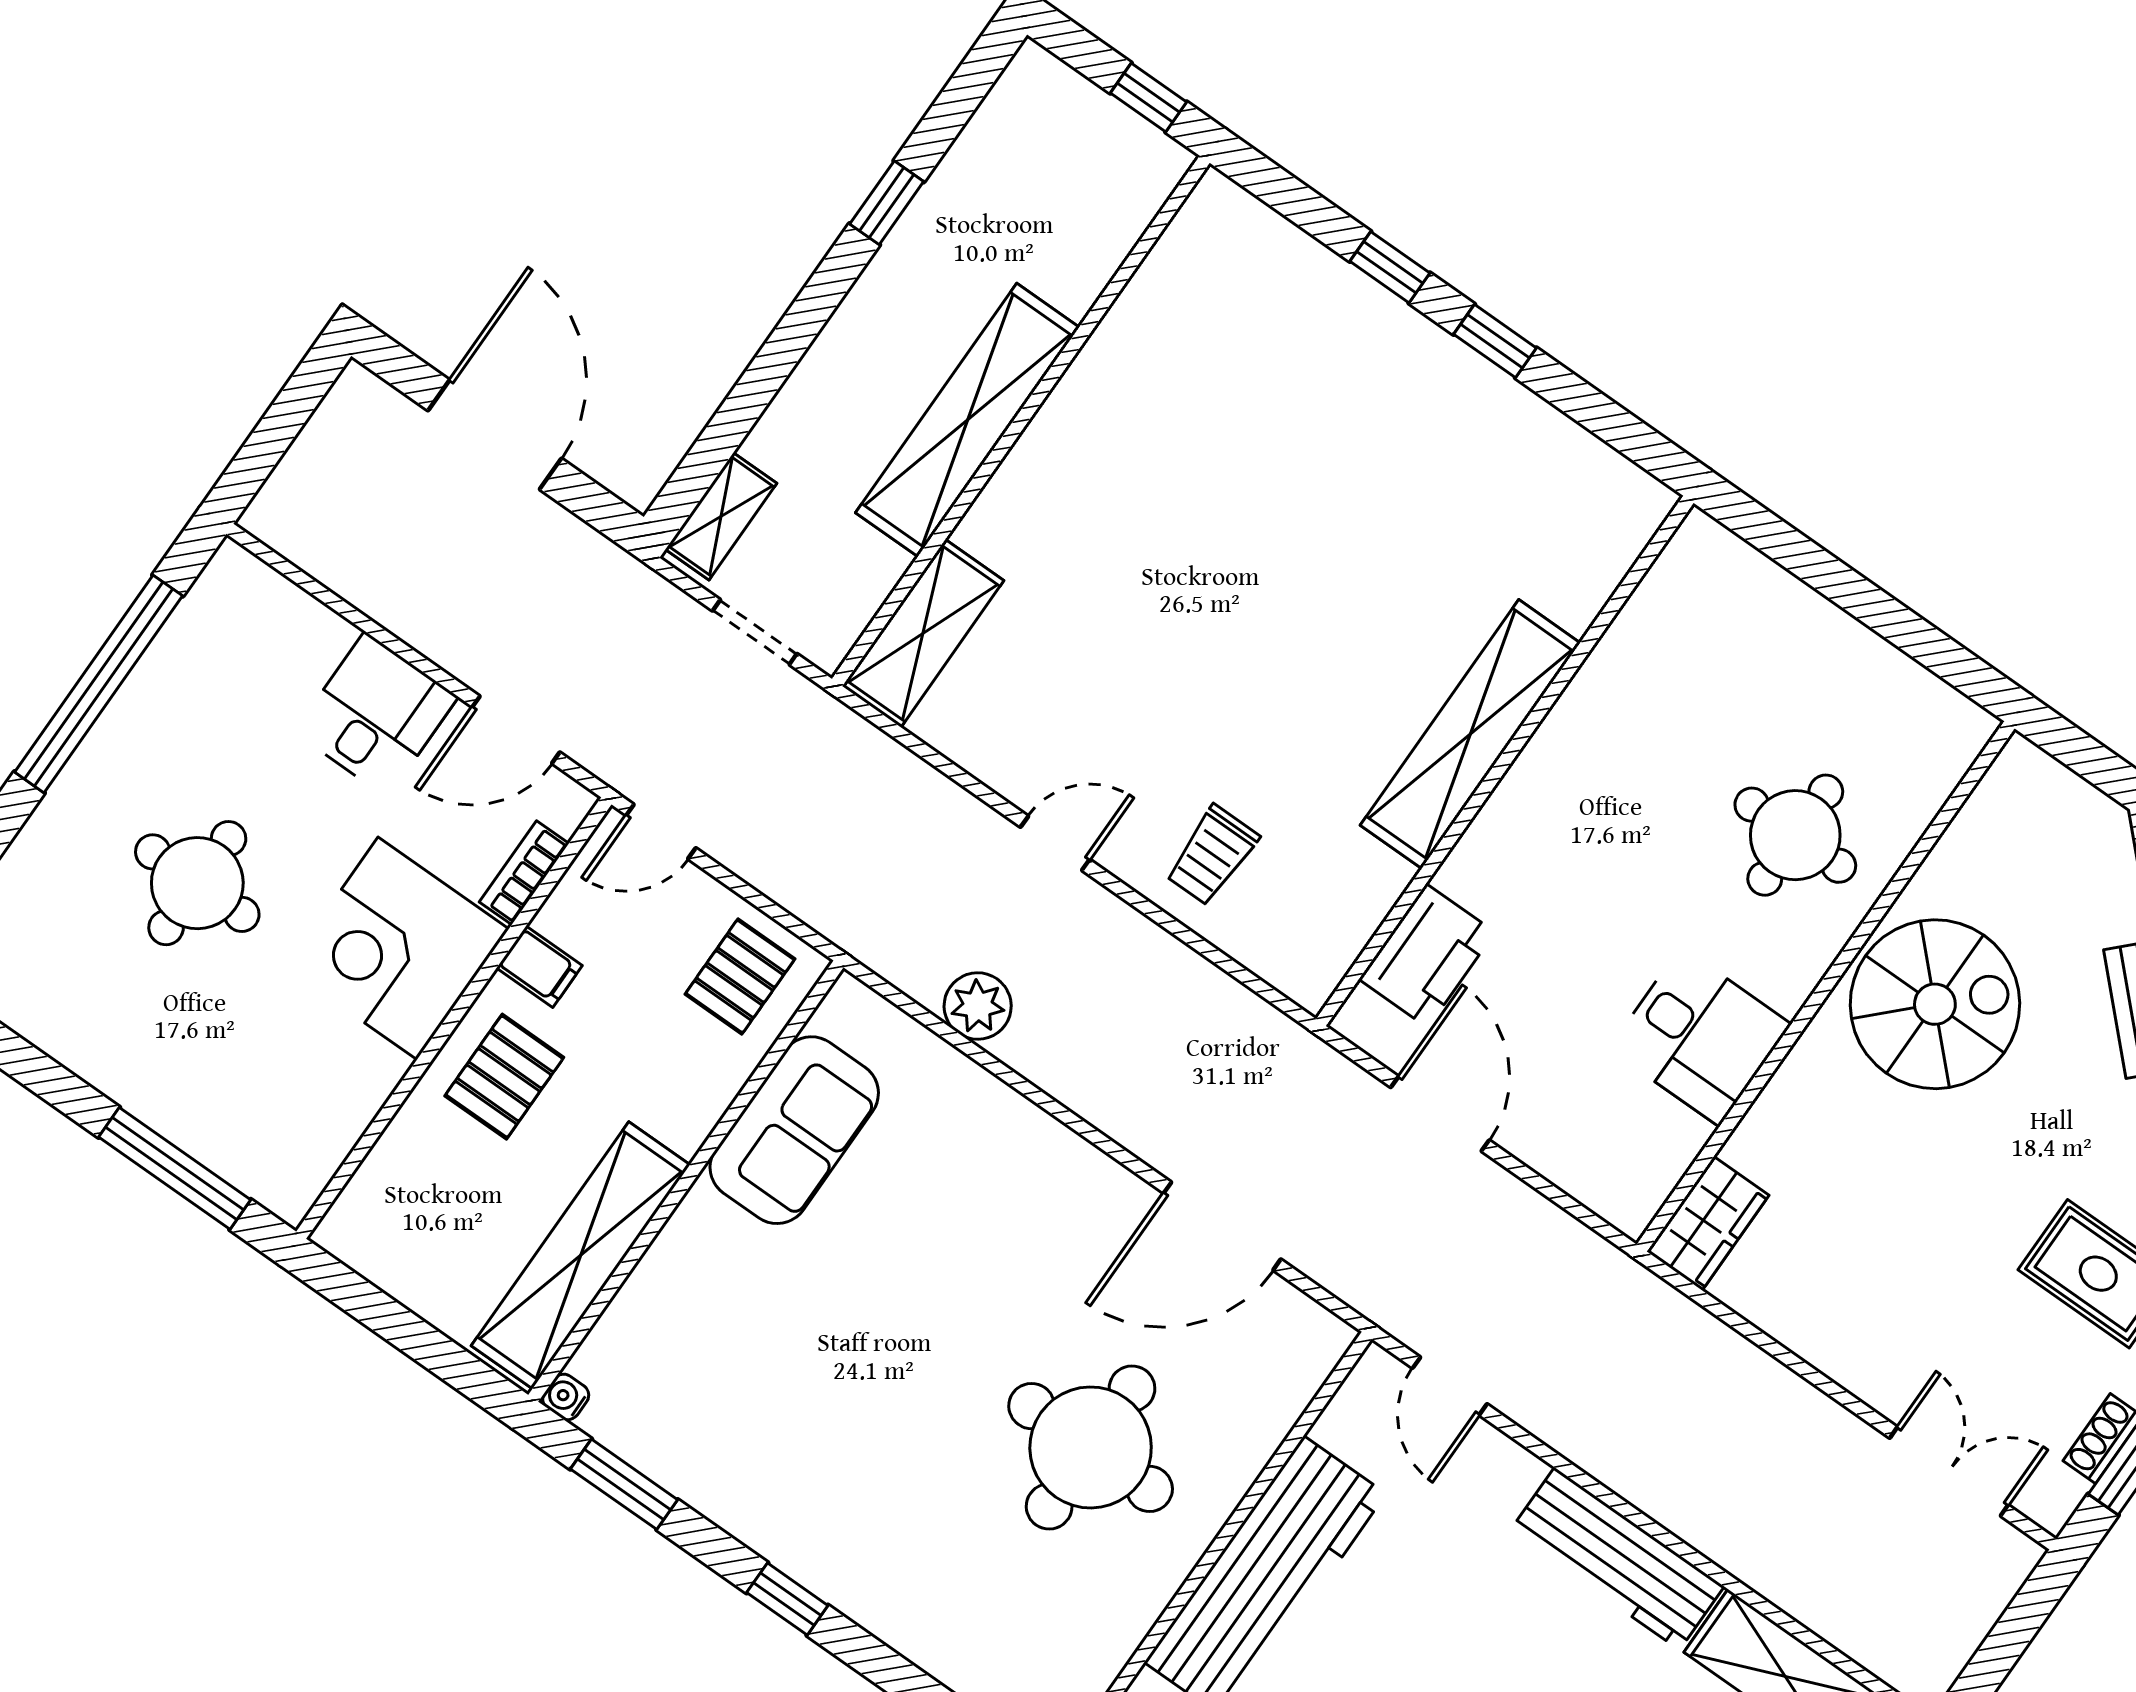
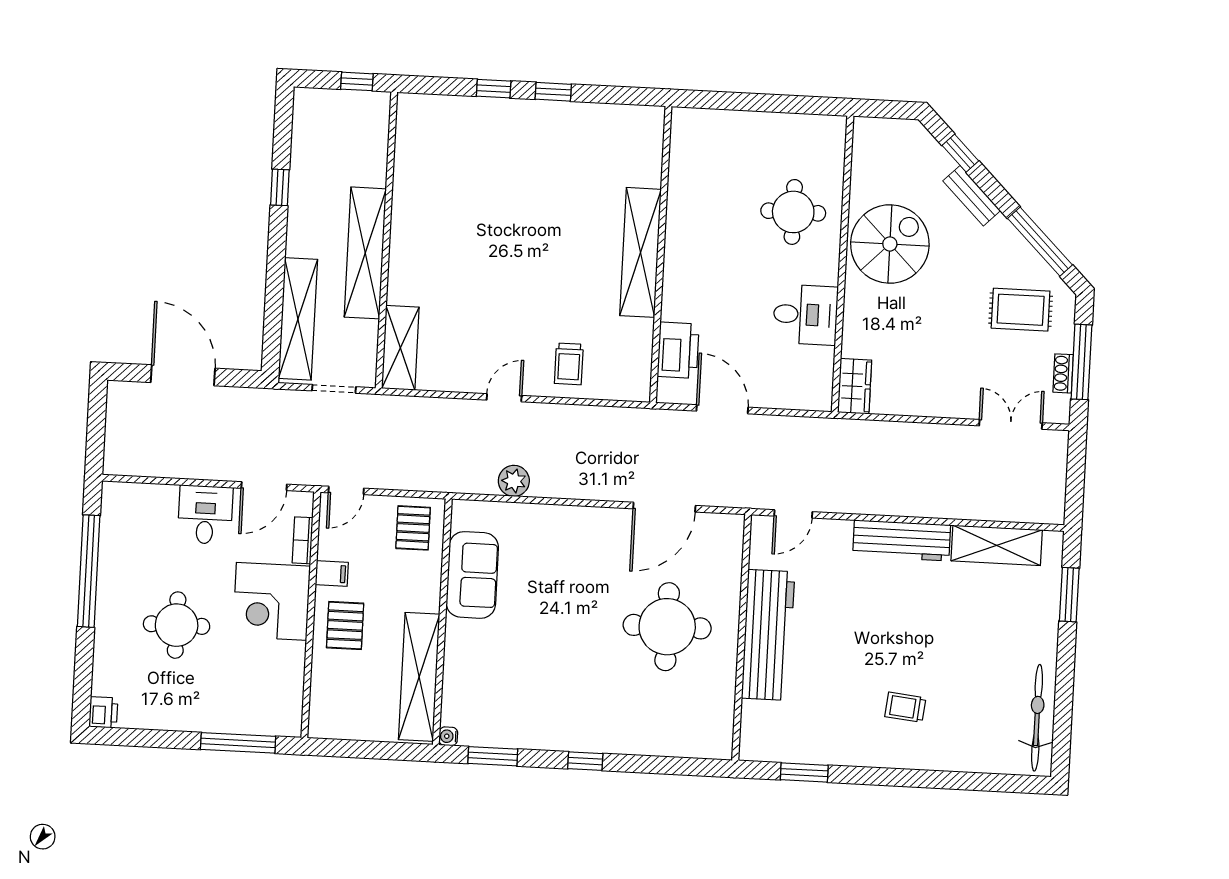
shelving: (721, 516) -> (298, 319), width x2.20, depth x1.33
door: (1450, 1386) -> (793, 514), hinge flipped

